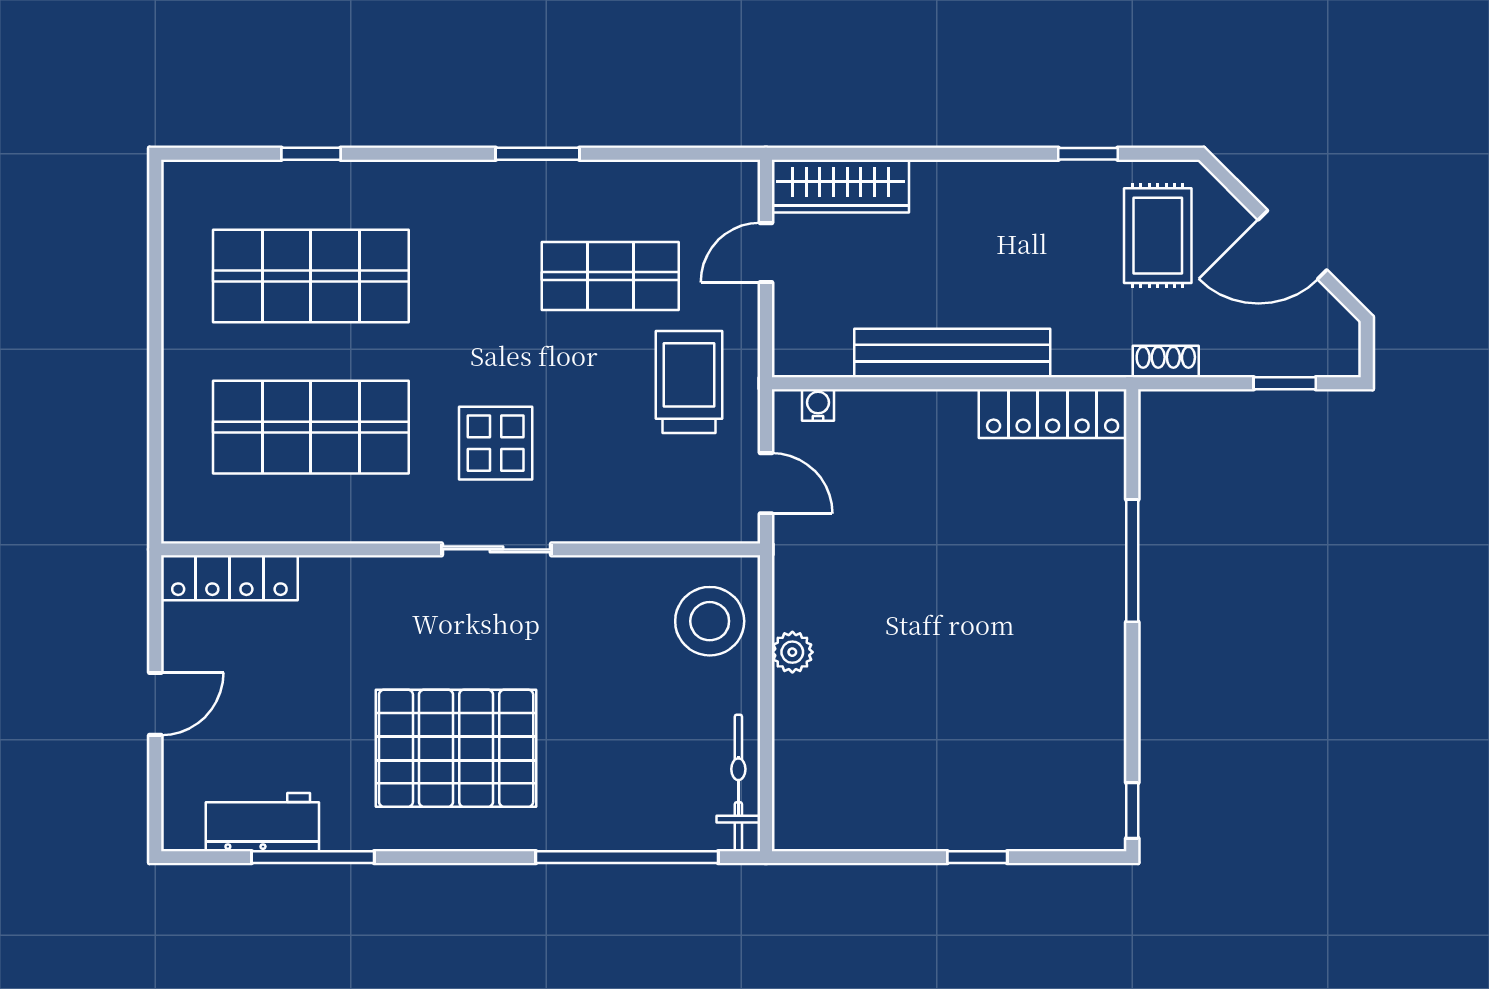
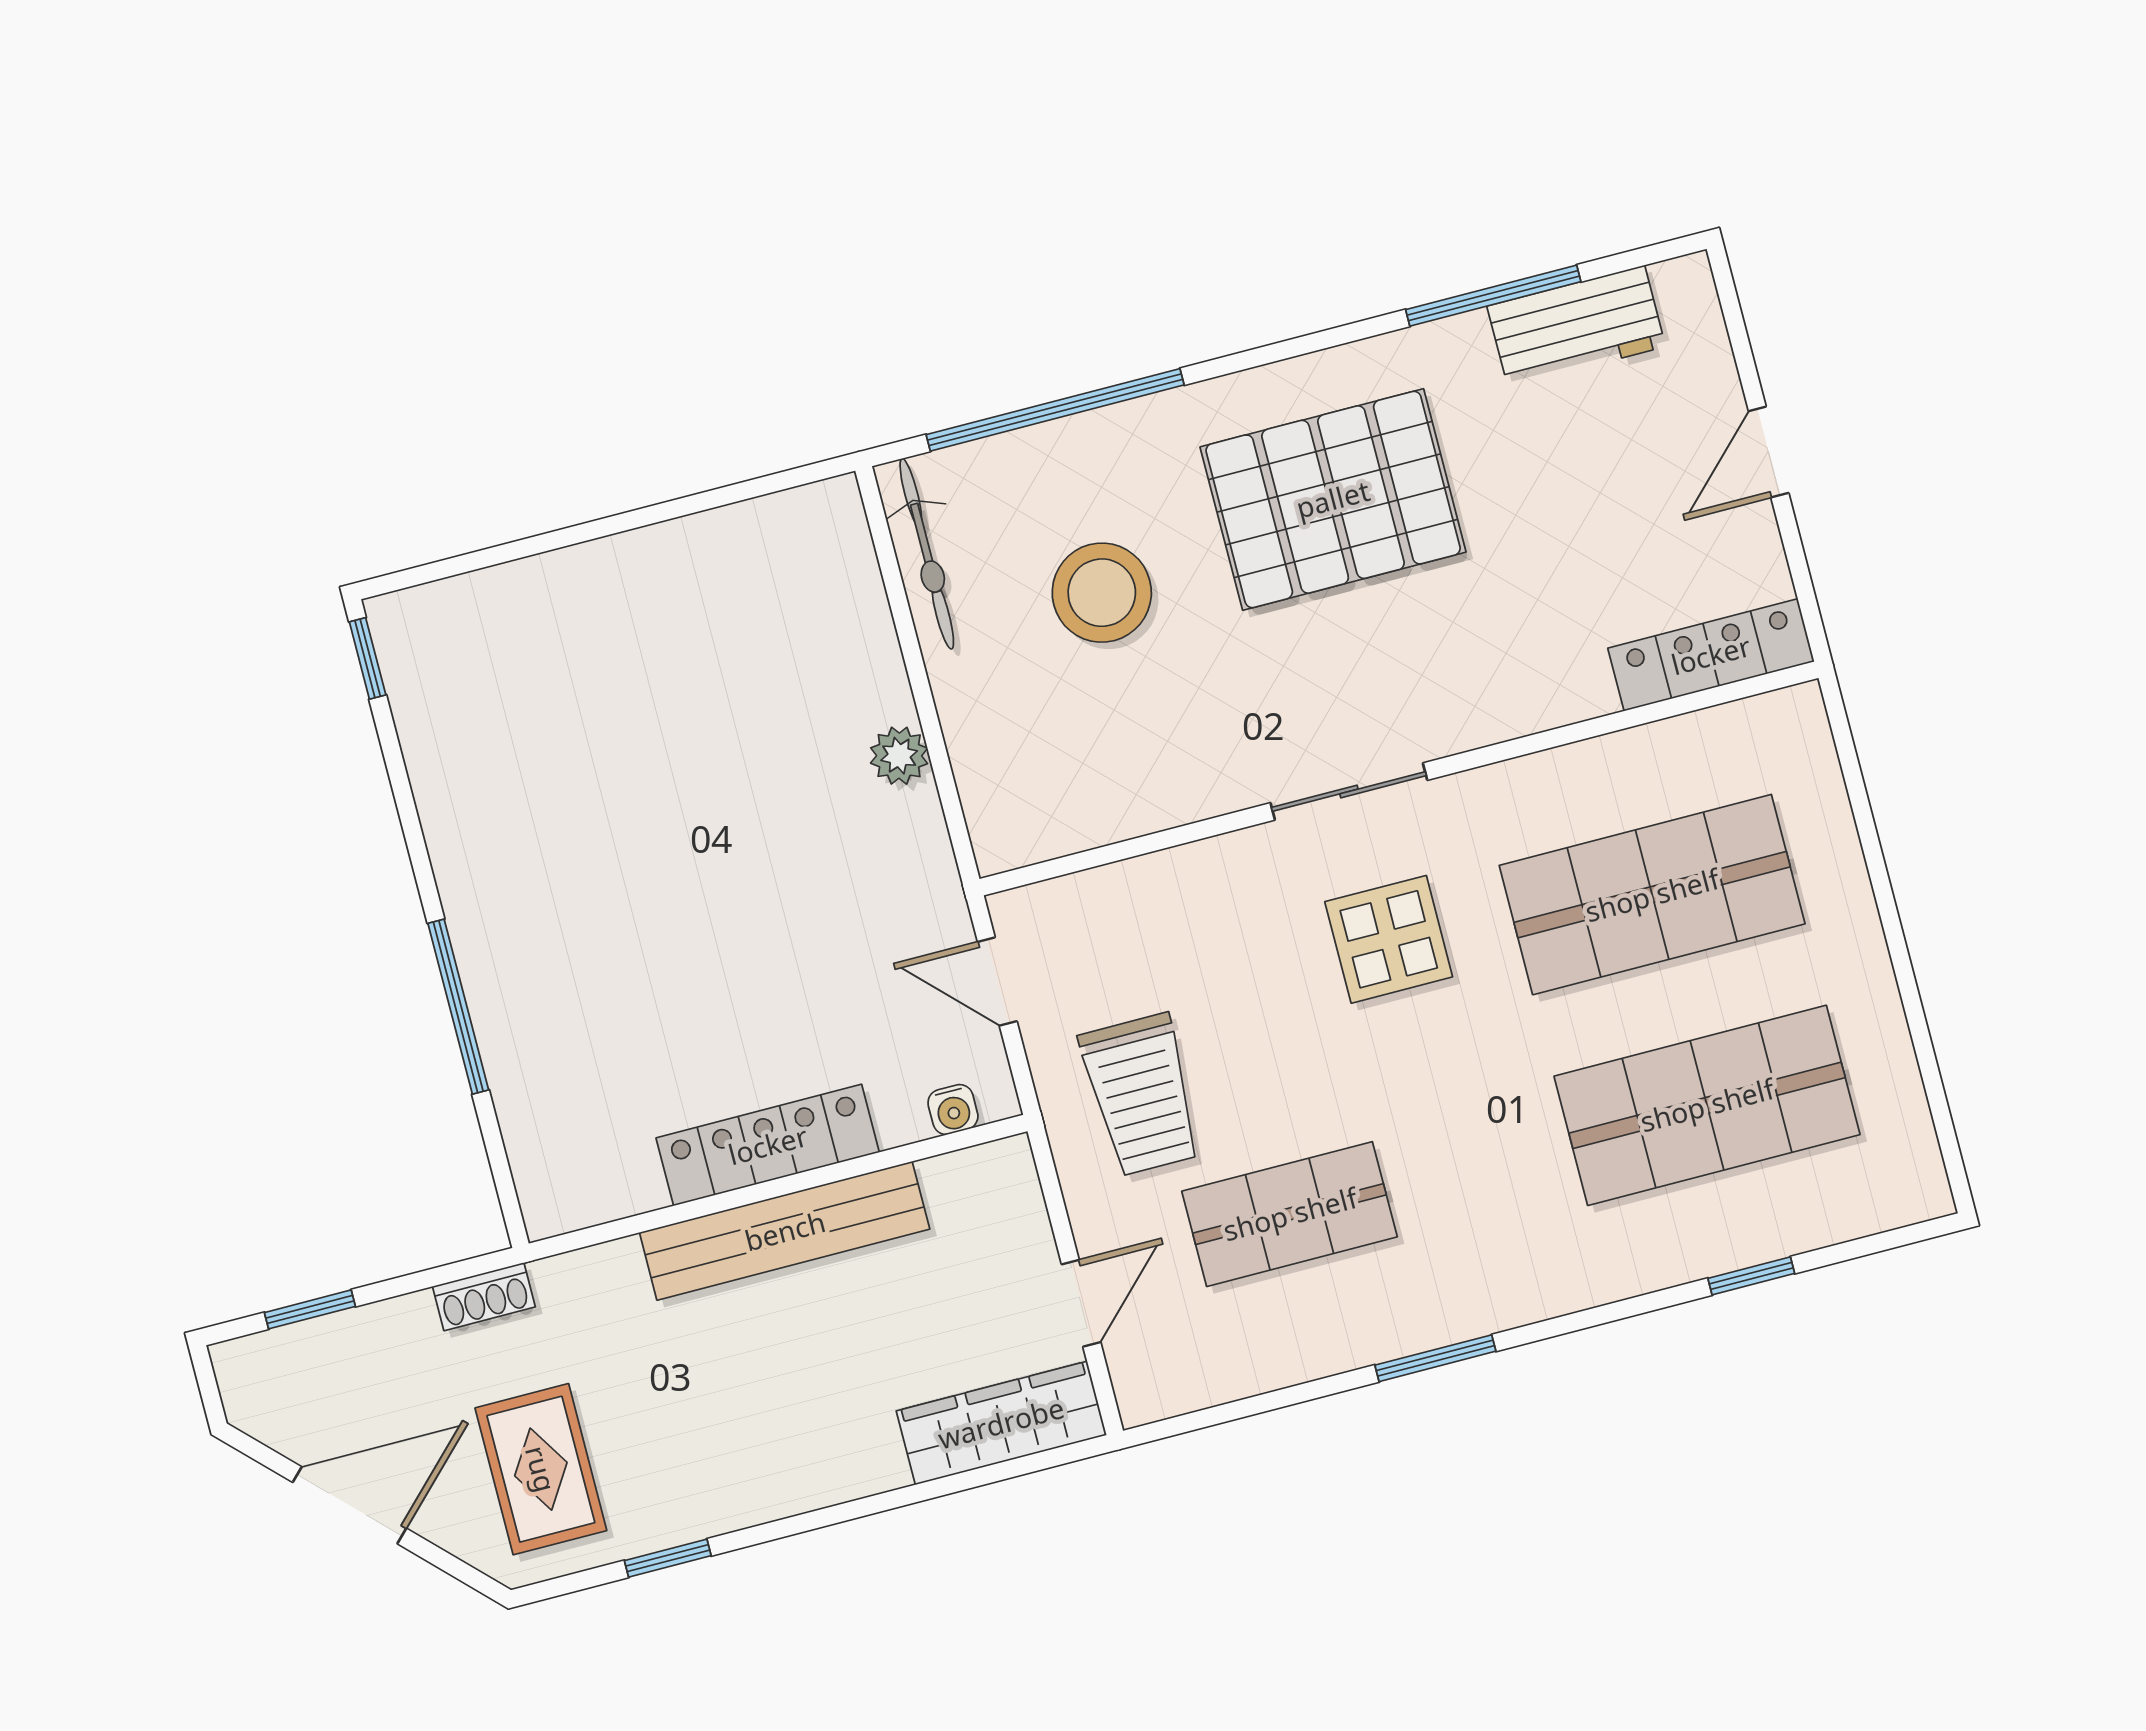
locker: (1053, 414) -> (768, 1145), moved
stool: (710, 621) -> (1102, 593), moved
window: (977, 857) -> (567, 537), removed

